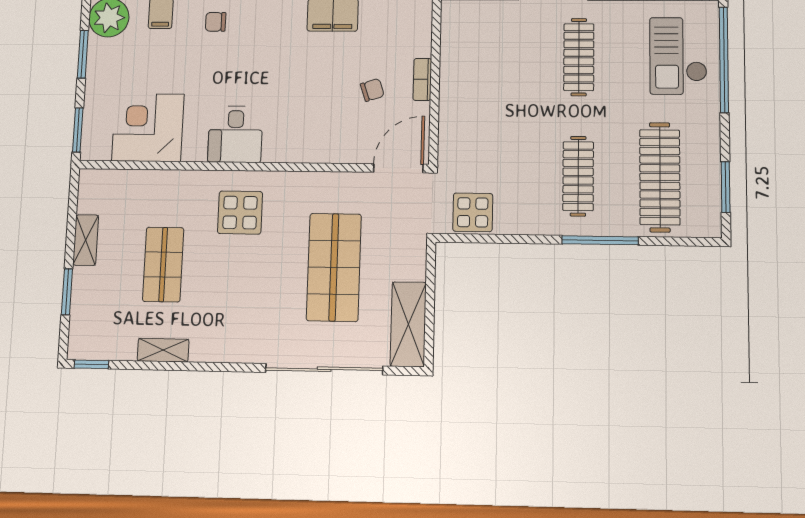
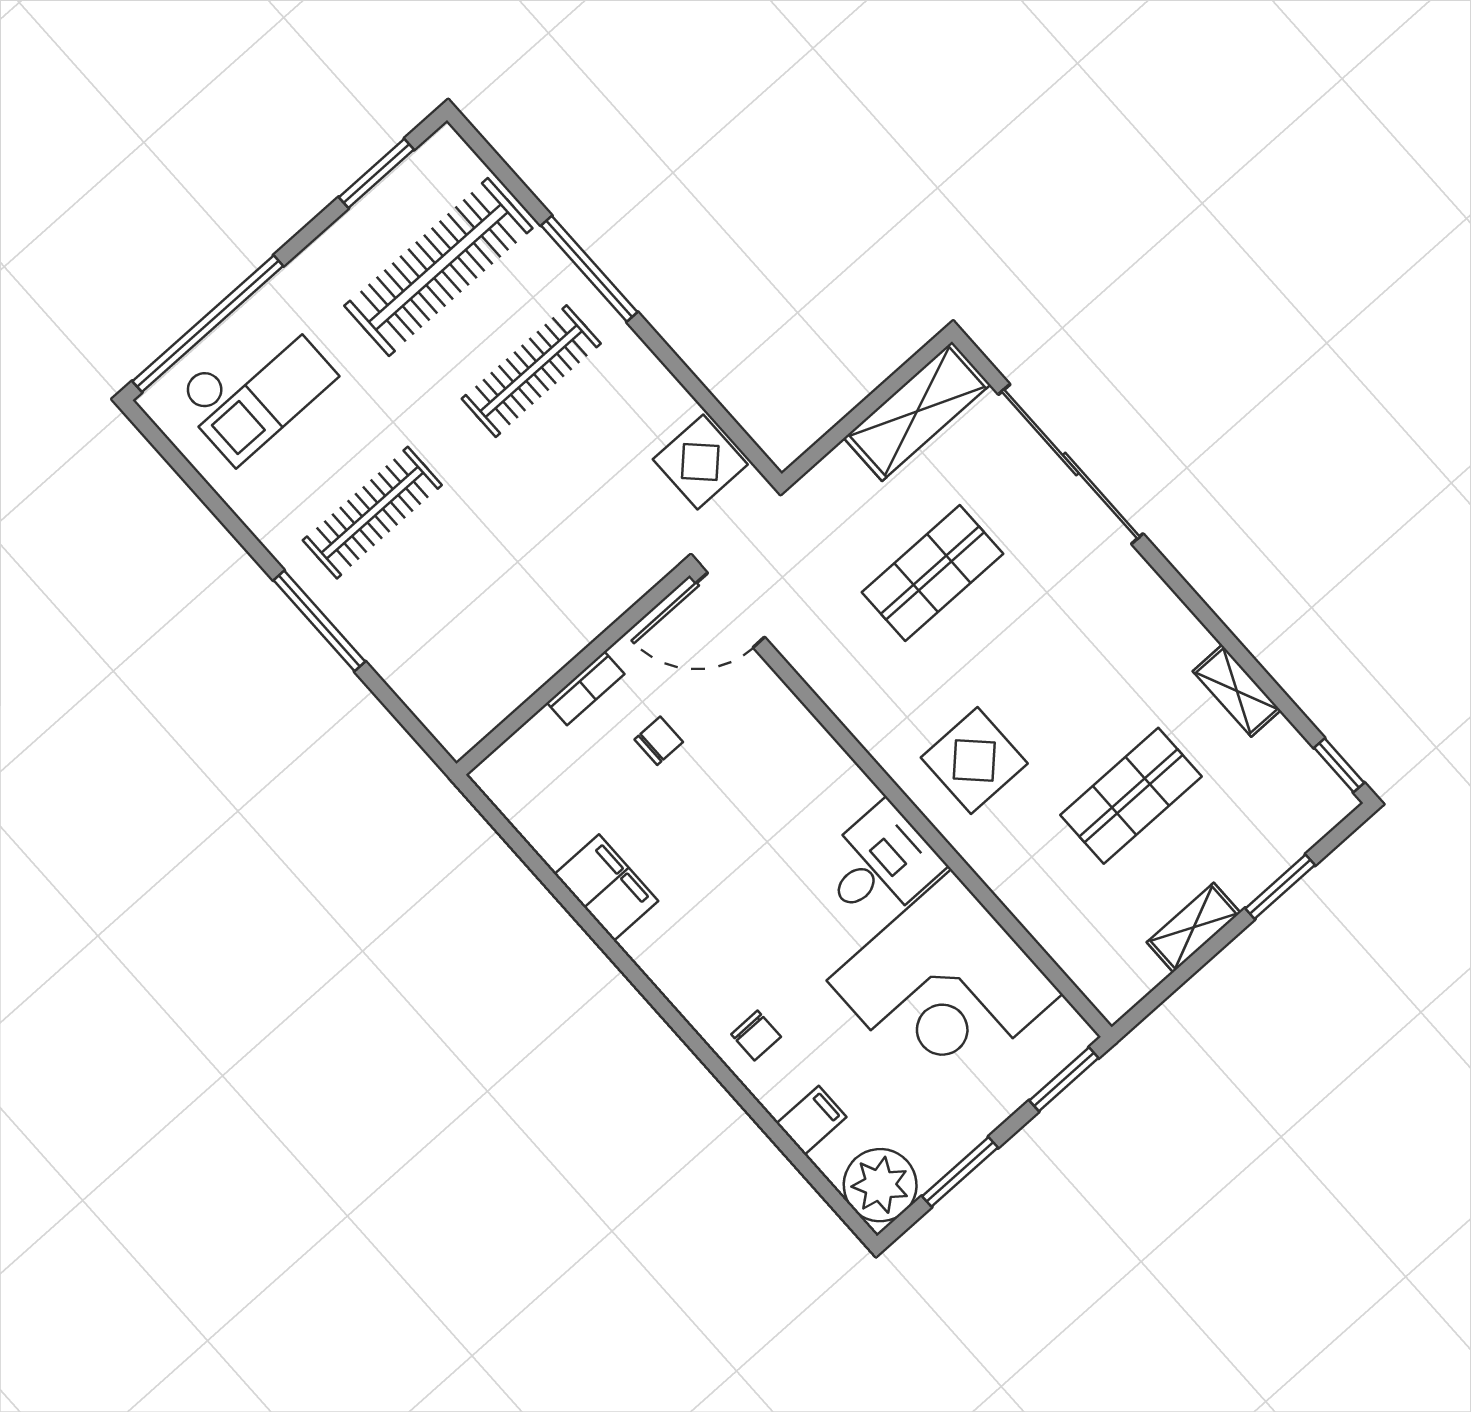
chair: (372, 90) -> (659, 741), turned 108
corner desk: (148, 127) -> (945, 987), width x1.36, depth x1.36
shop shelf: (334, 267) -> (933, 573), width x0.70, depth x0.74

